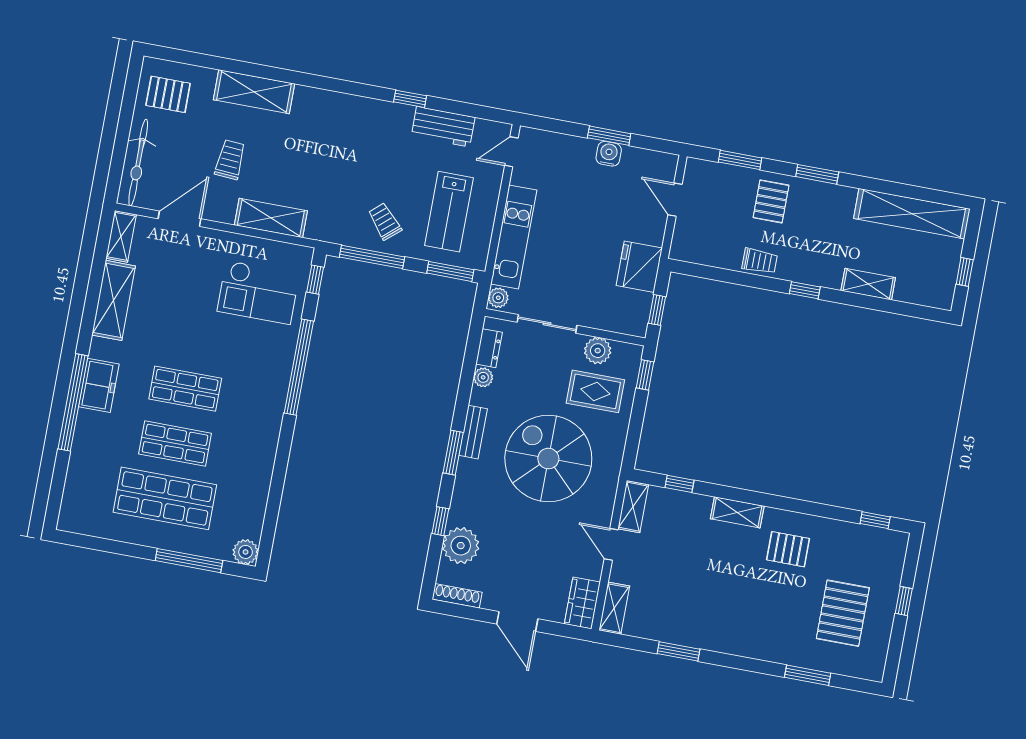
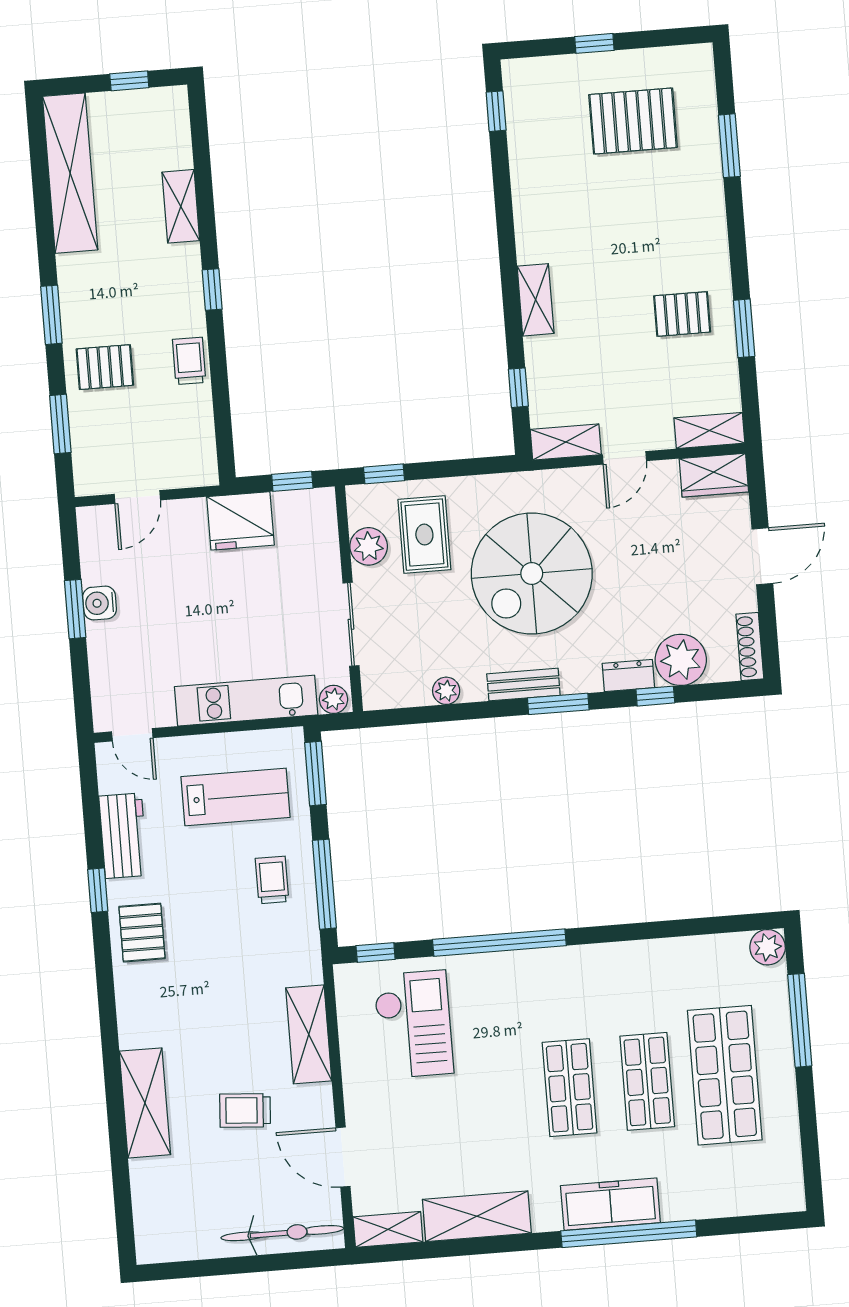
pallet: (168, 94) -> (142, 933), moved
trolley: (385, 221) -> (272, 880), turned 131
dresser: (489, 348) -> (628, 676), moved
freezer: (99, 385) -> (610, 1204), width x1.40
pallet: (788, 549) -> (682, 314), moved, turned 90

